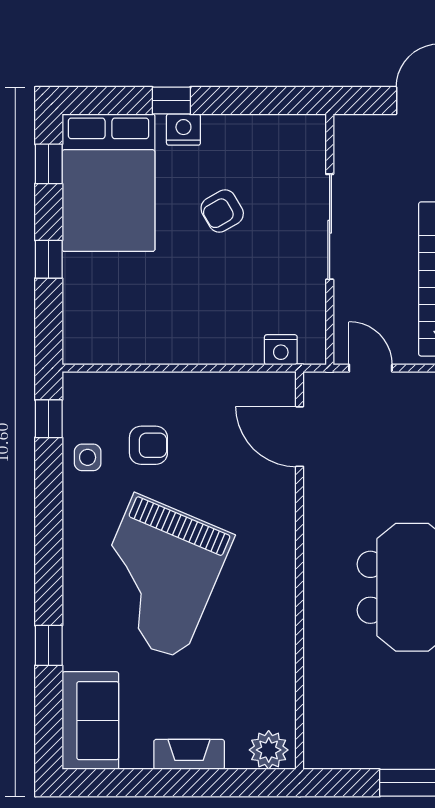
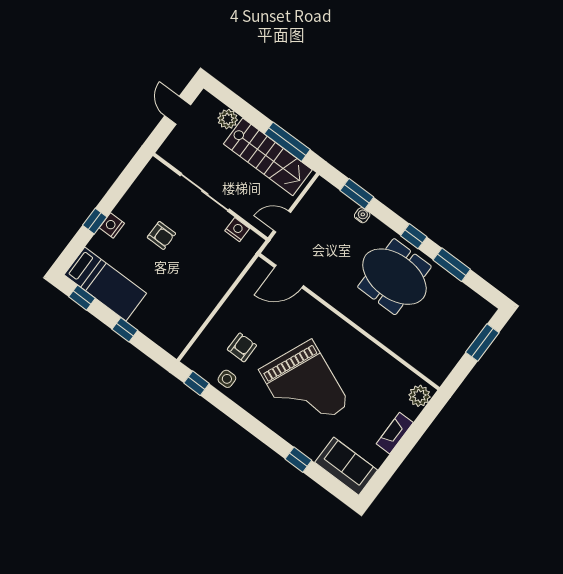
bed: (108, 183) -> (105, 284), width x0.67
armchair: (222, 211) -> (161, 235), turned -60
nightstand: (281, 350) -> (237, 230), moved, turned -90

